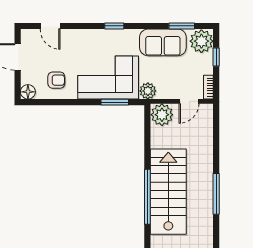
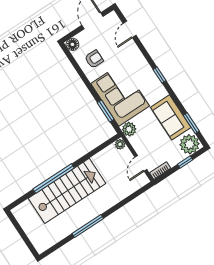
armchair: (56, 80) -> (94, 59), turned -90
door: (189, 101) -> (141, 163), hinge flipped
plant: (162, 115) -> (120, 144), width x0.53, depth x0.53

